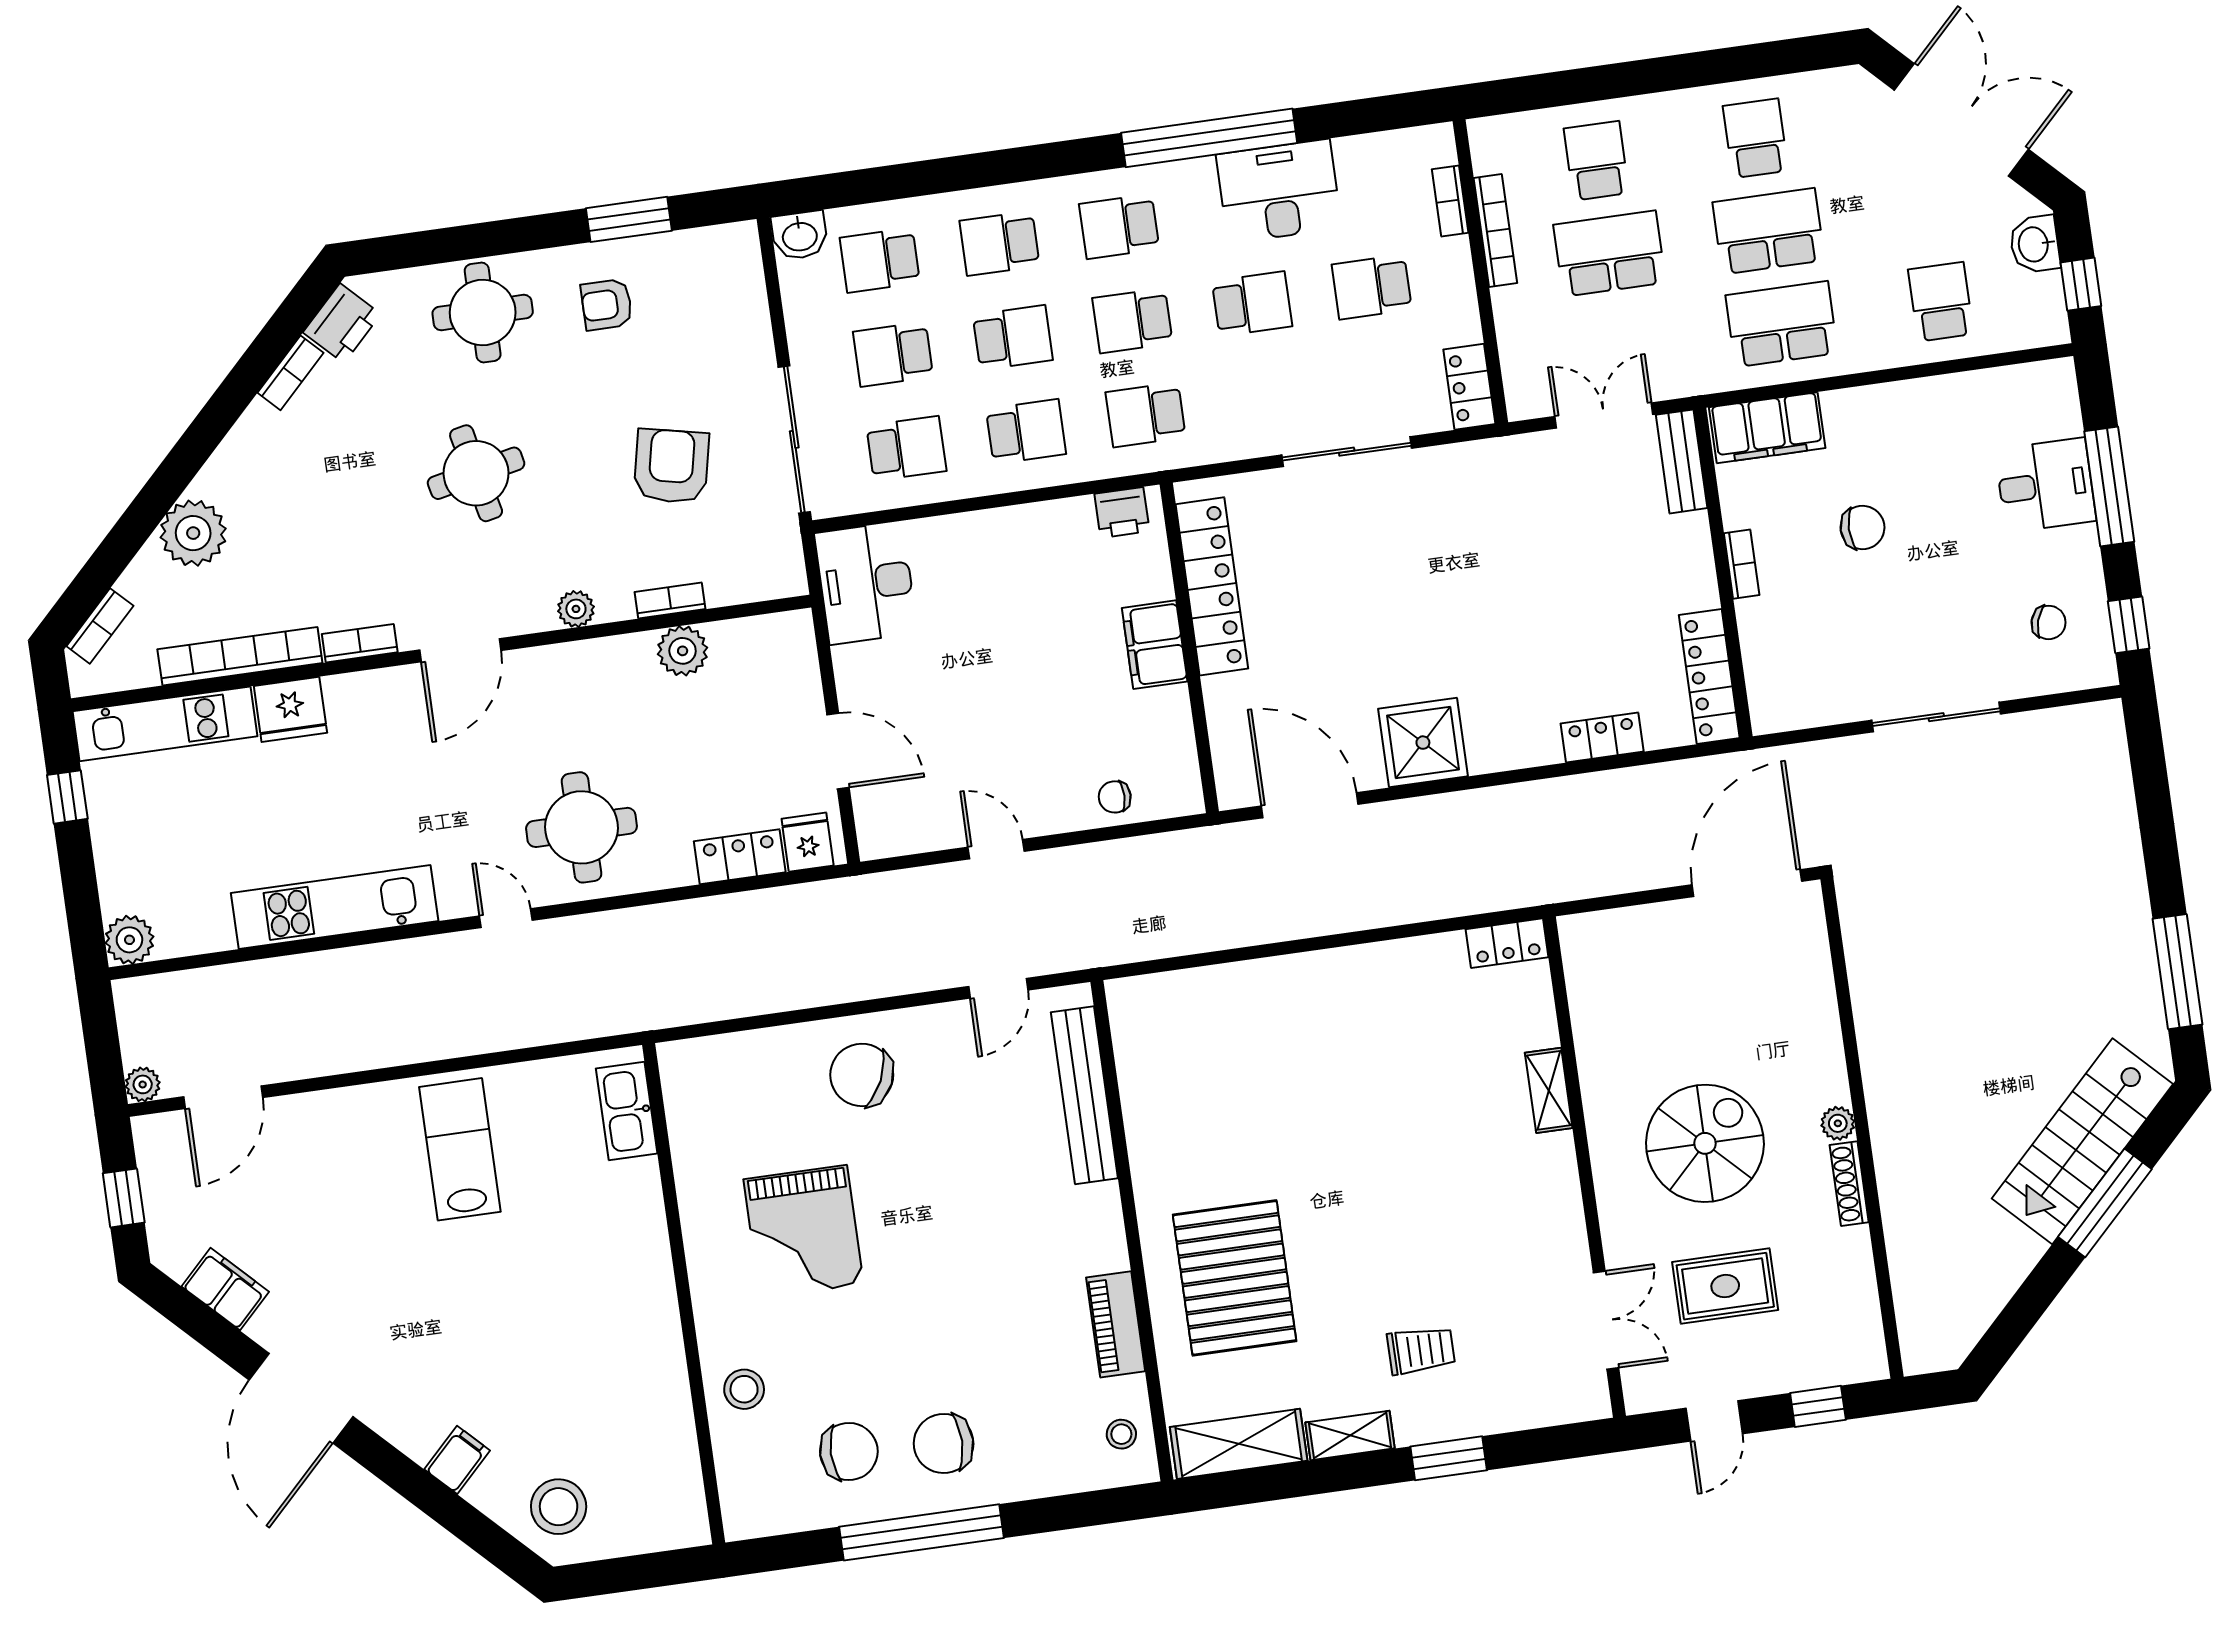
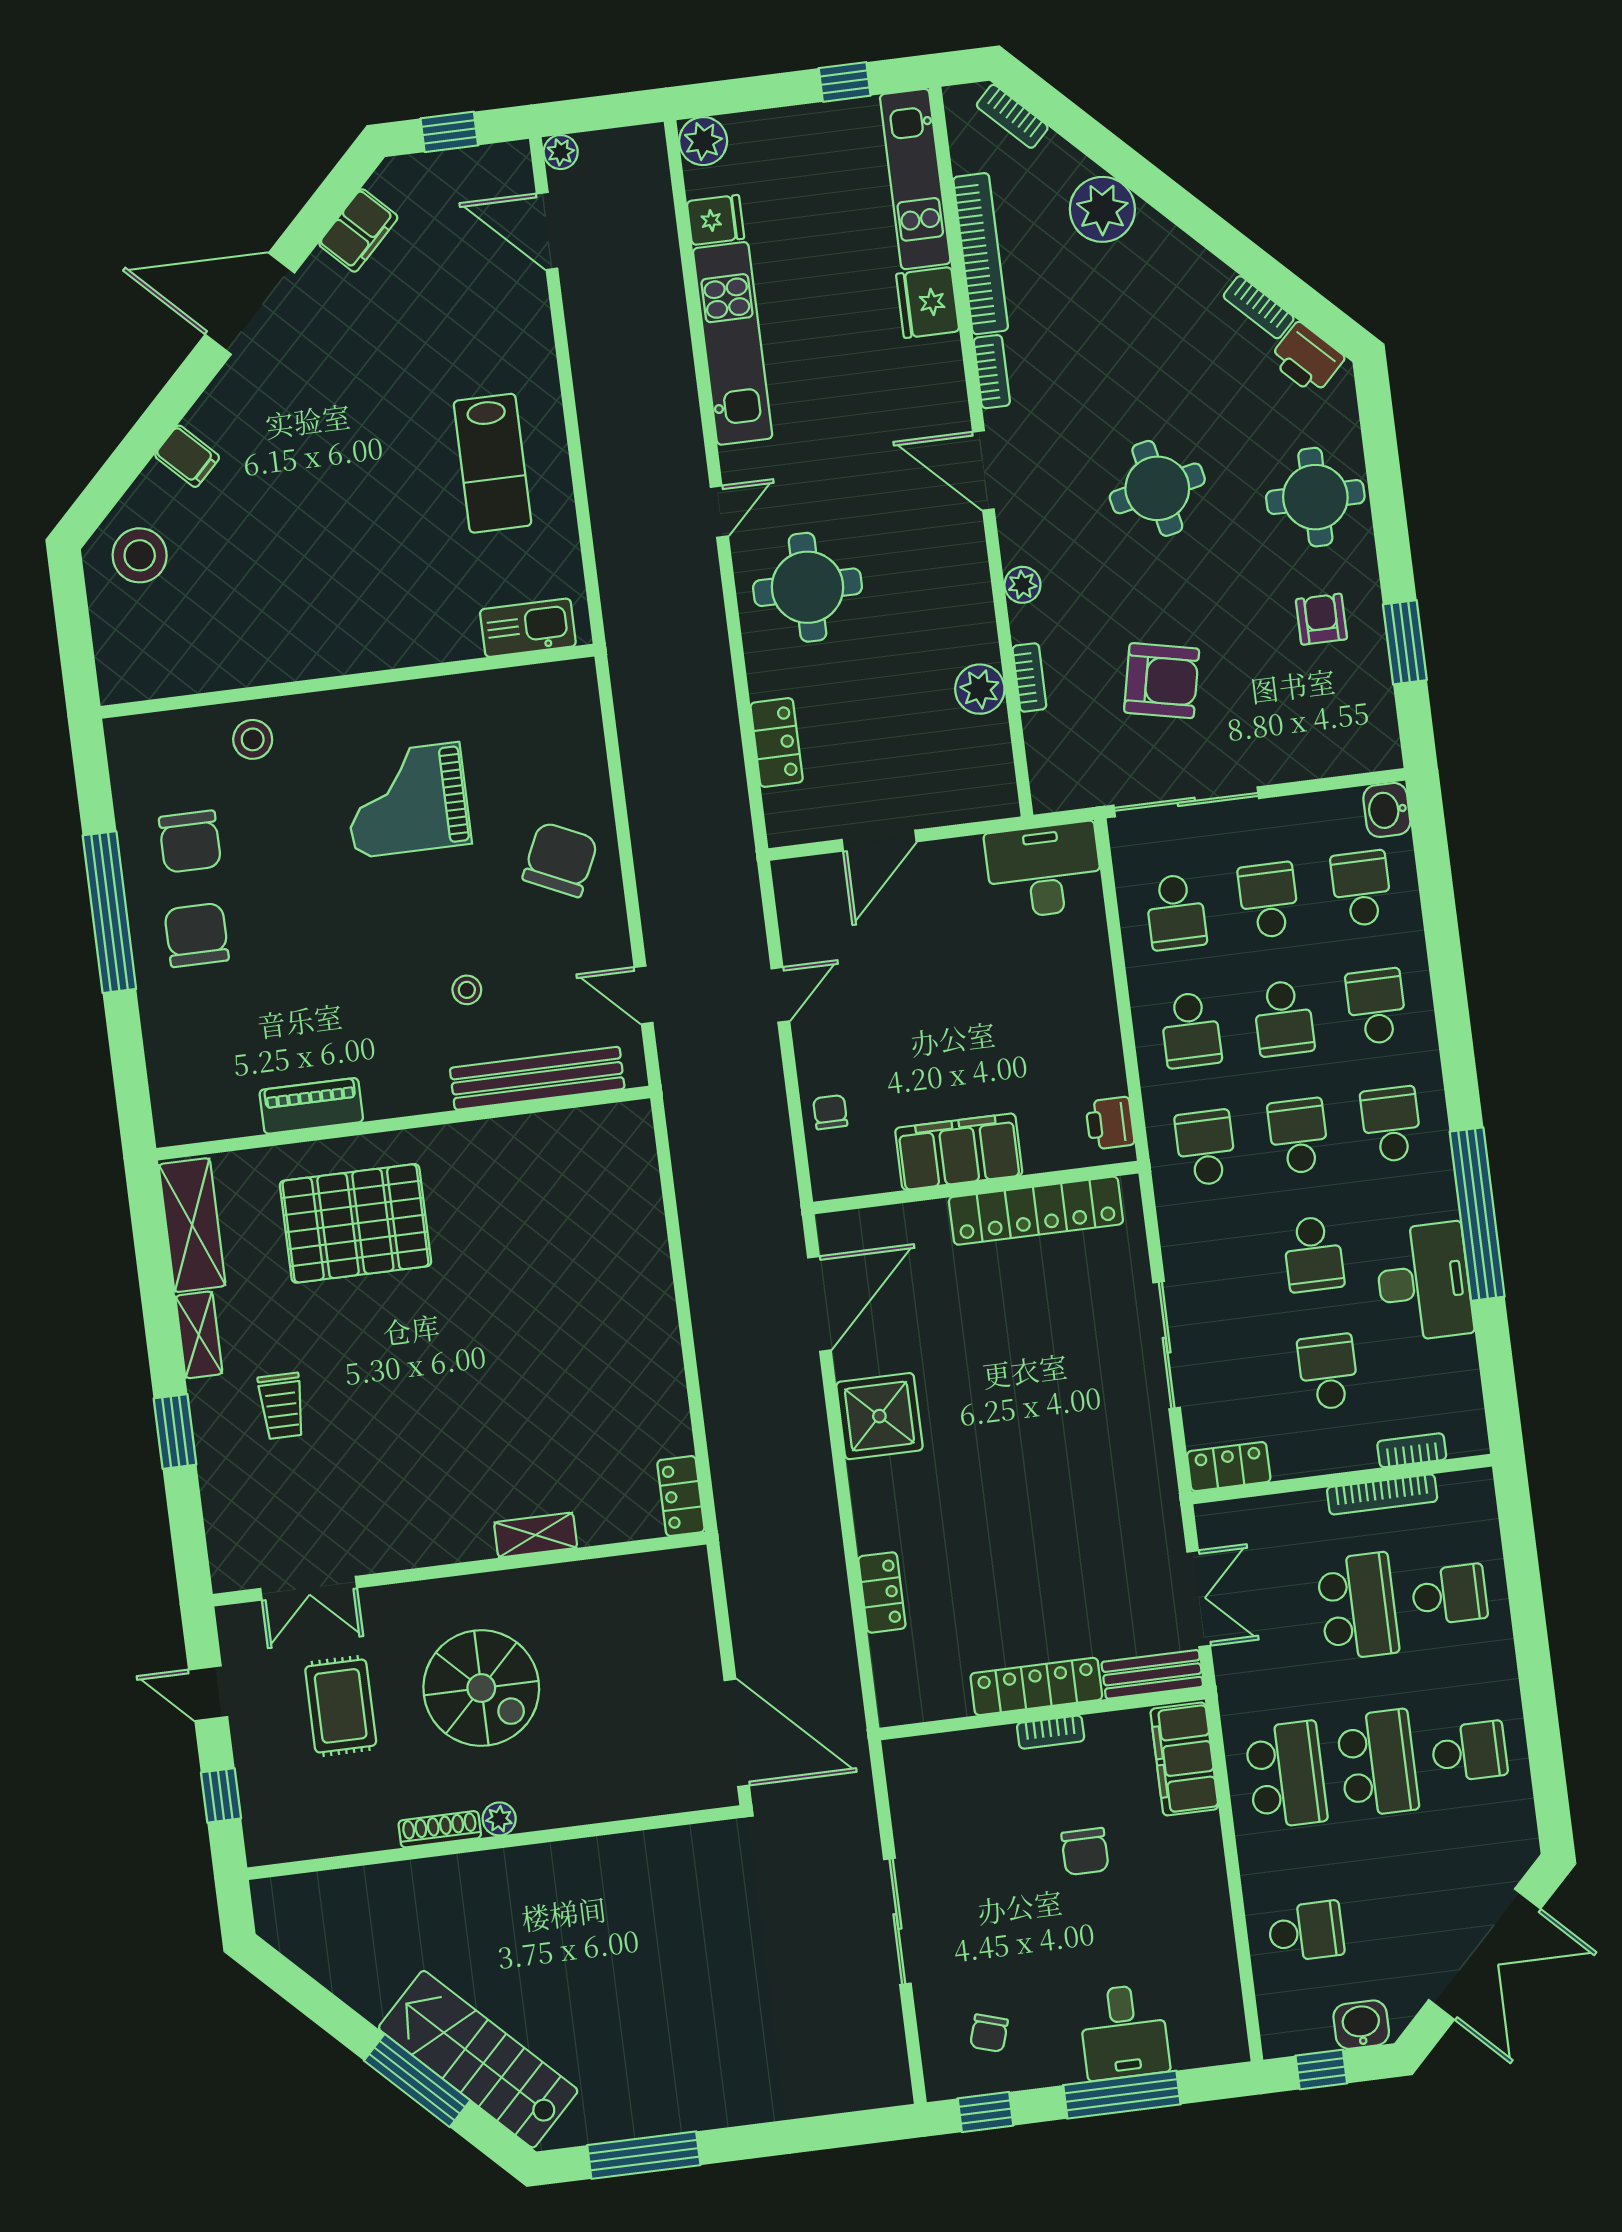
filing cabinet: (1155, 645) -> (959, 1152), width x1.50, depth x1.17
locker: (1709, 677) -> (1036, 1686), moved
fridge: (808, 842) -> (715, 220), moved
lab bench: (460, 1149) -> (492, 463), turned 90
stool: (1121, 1434) -> (467, 990), moved

